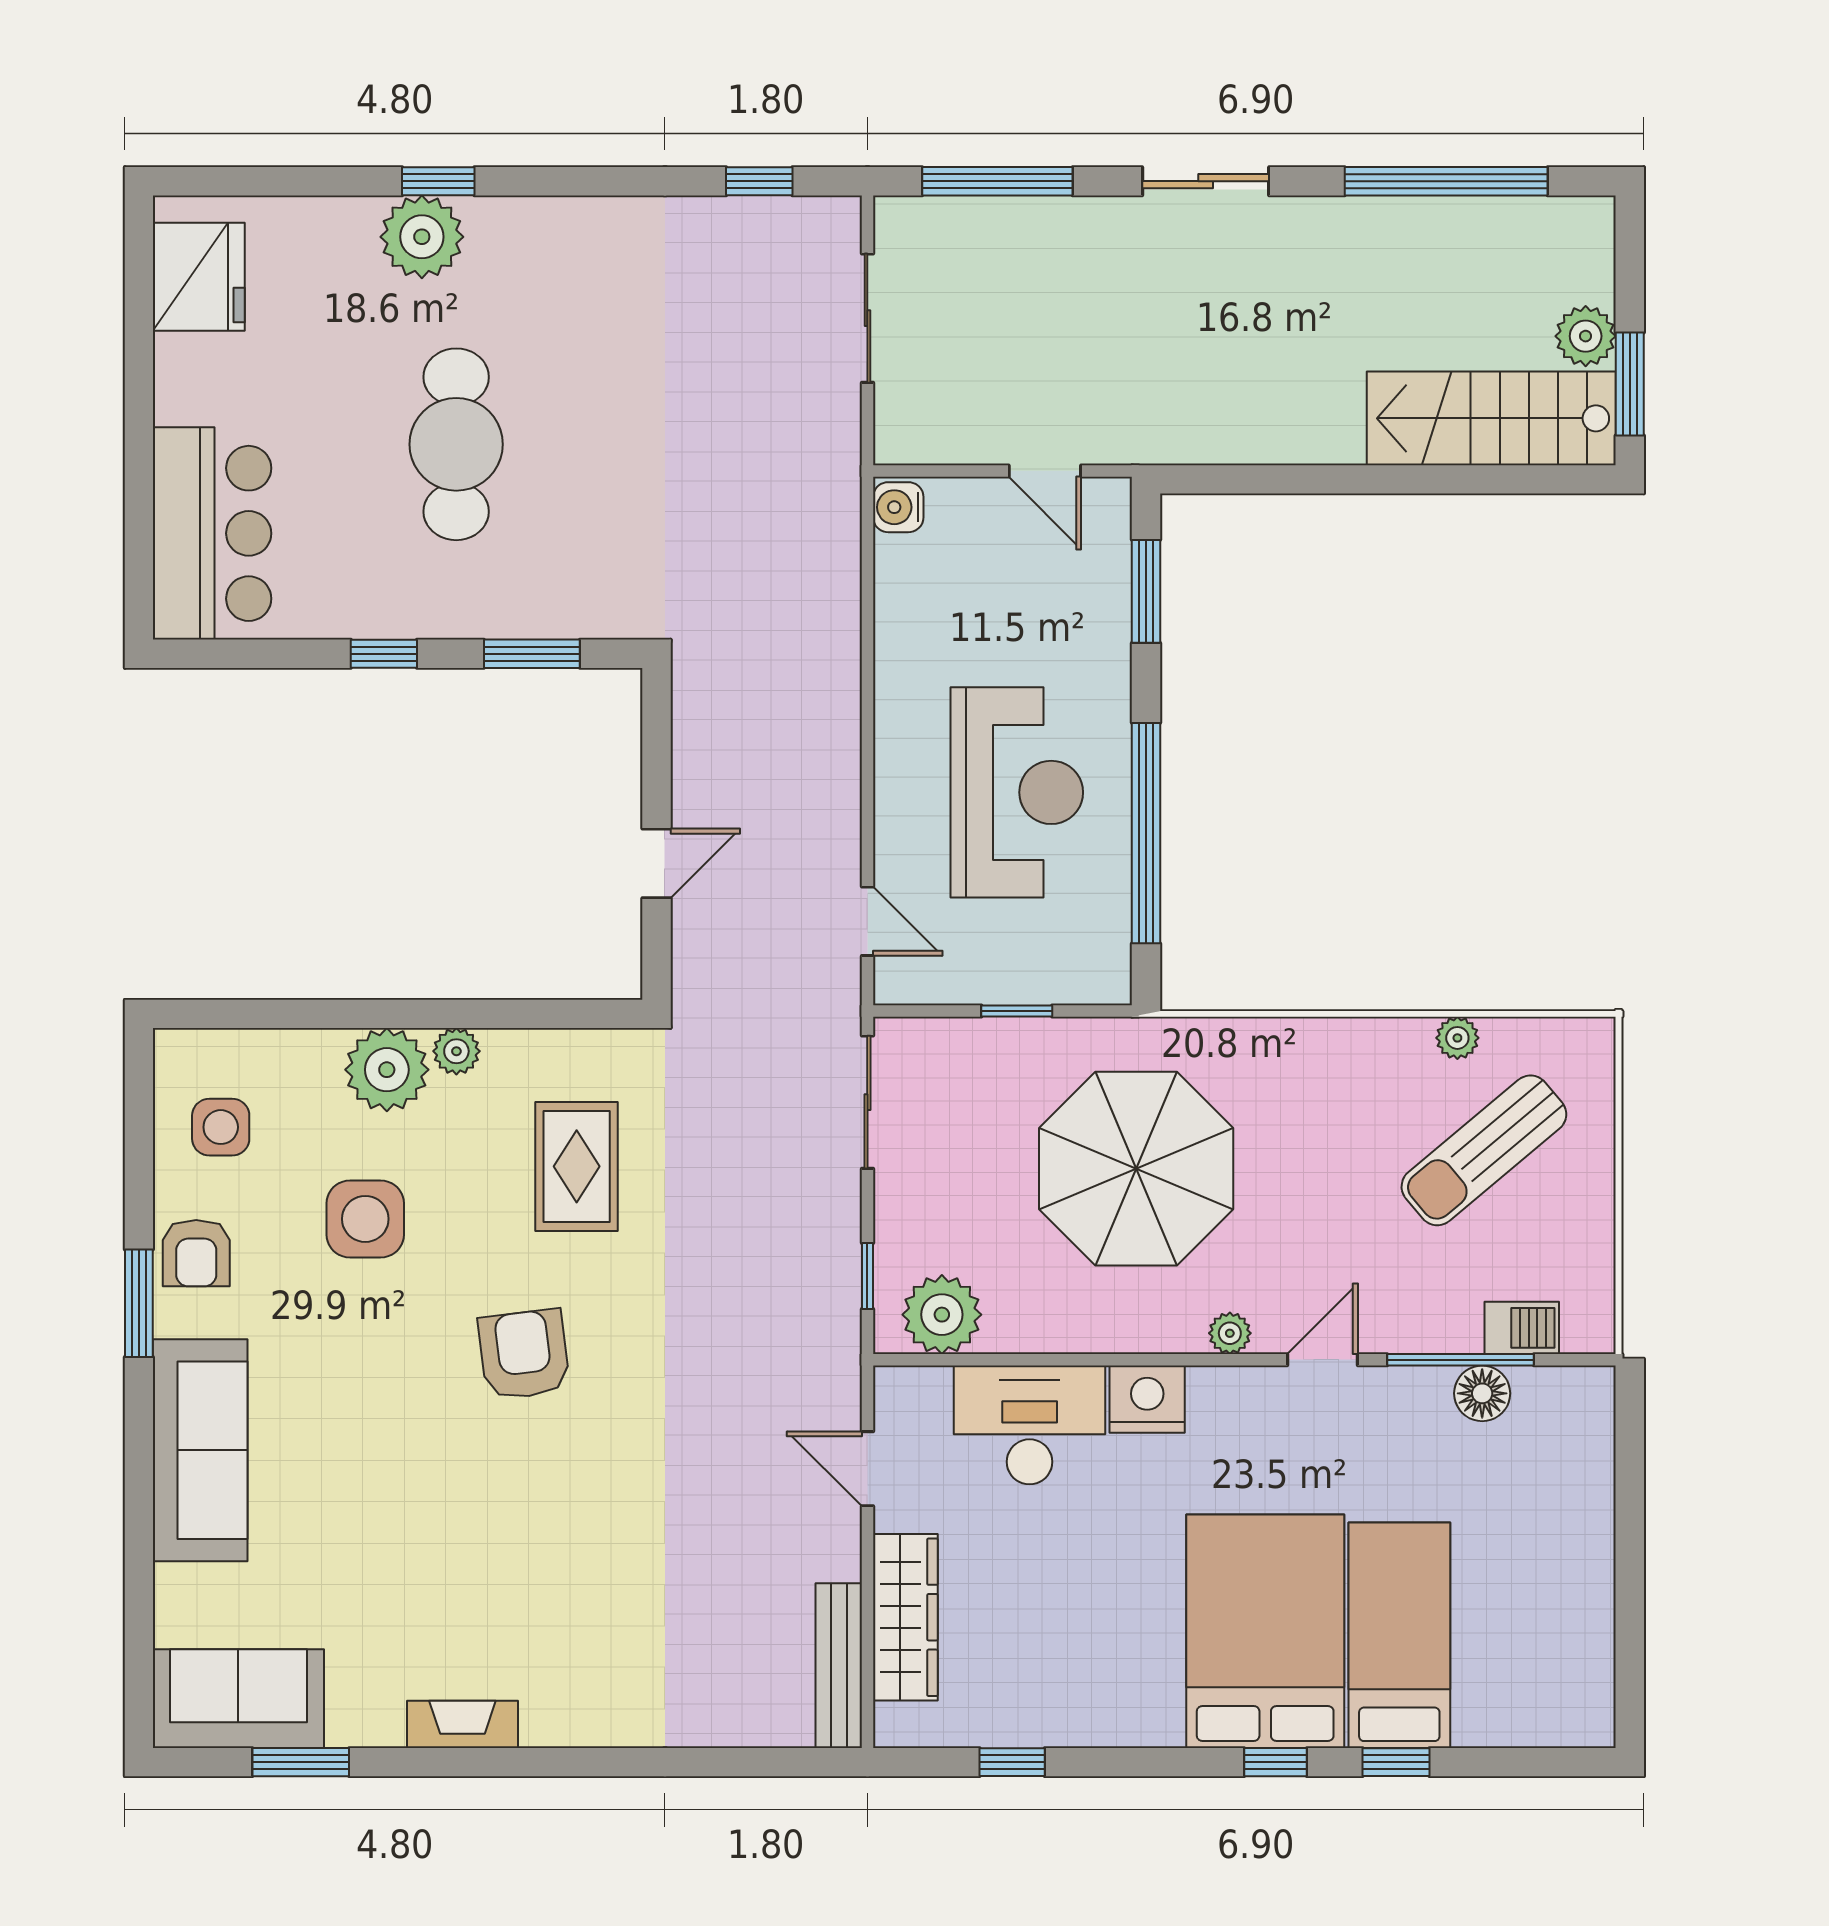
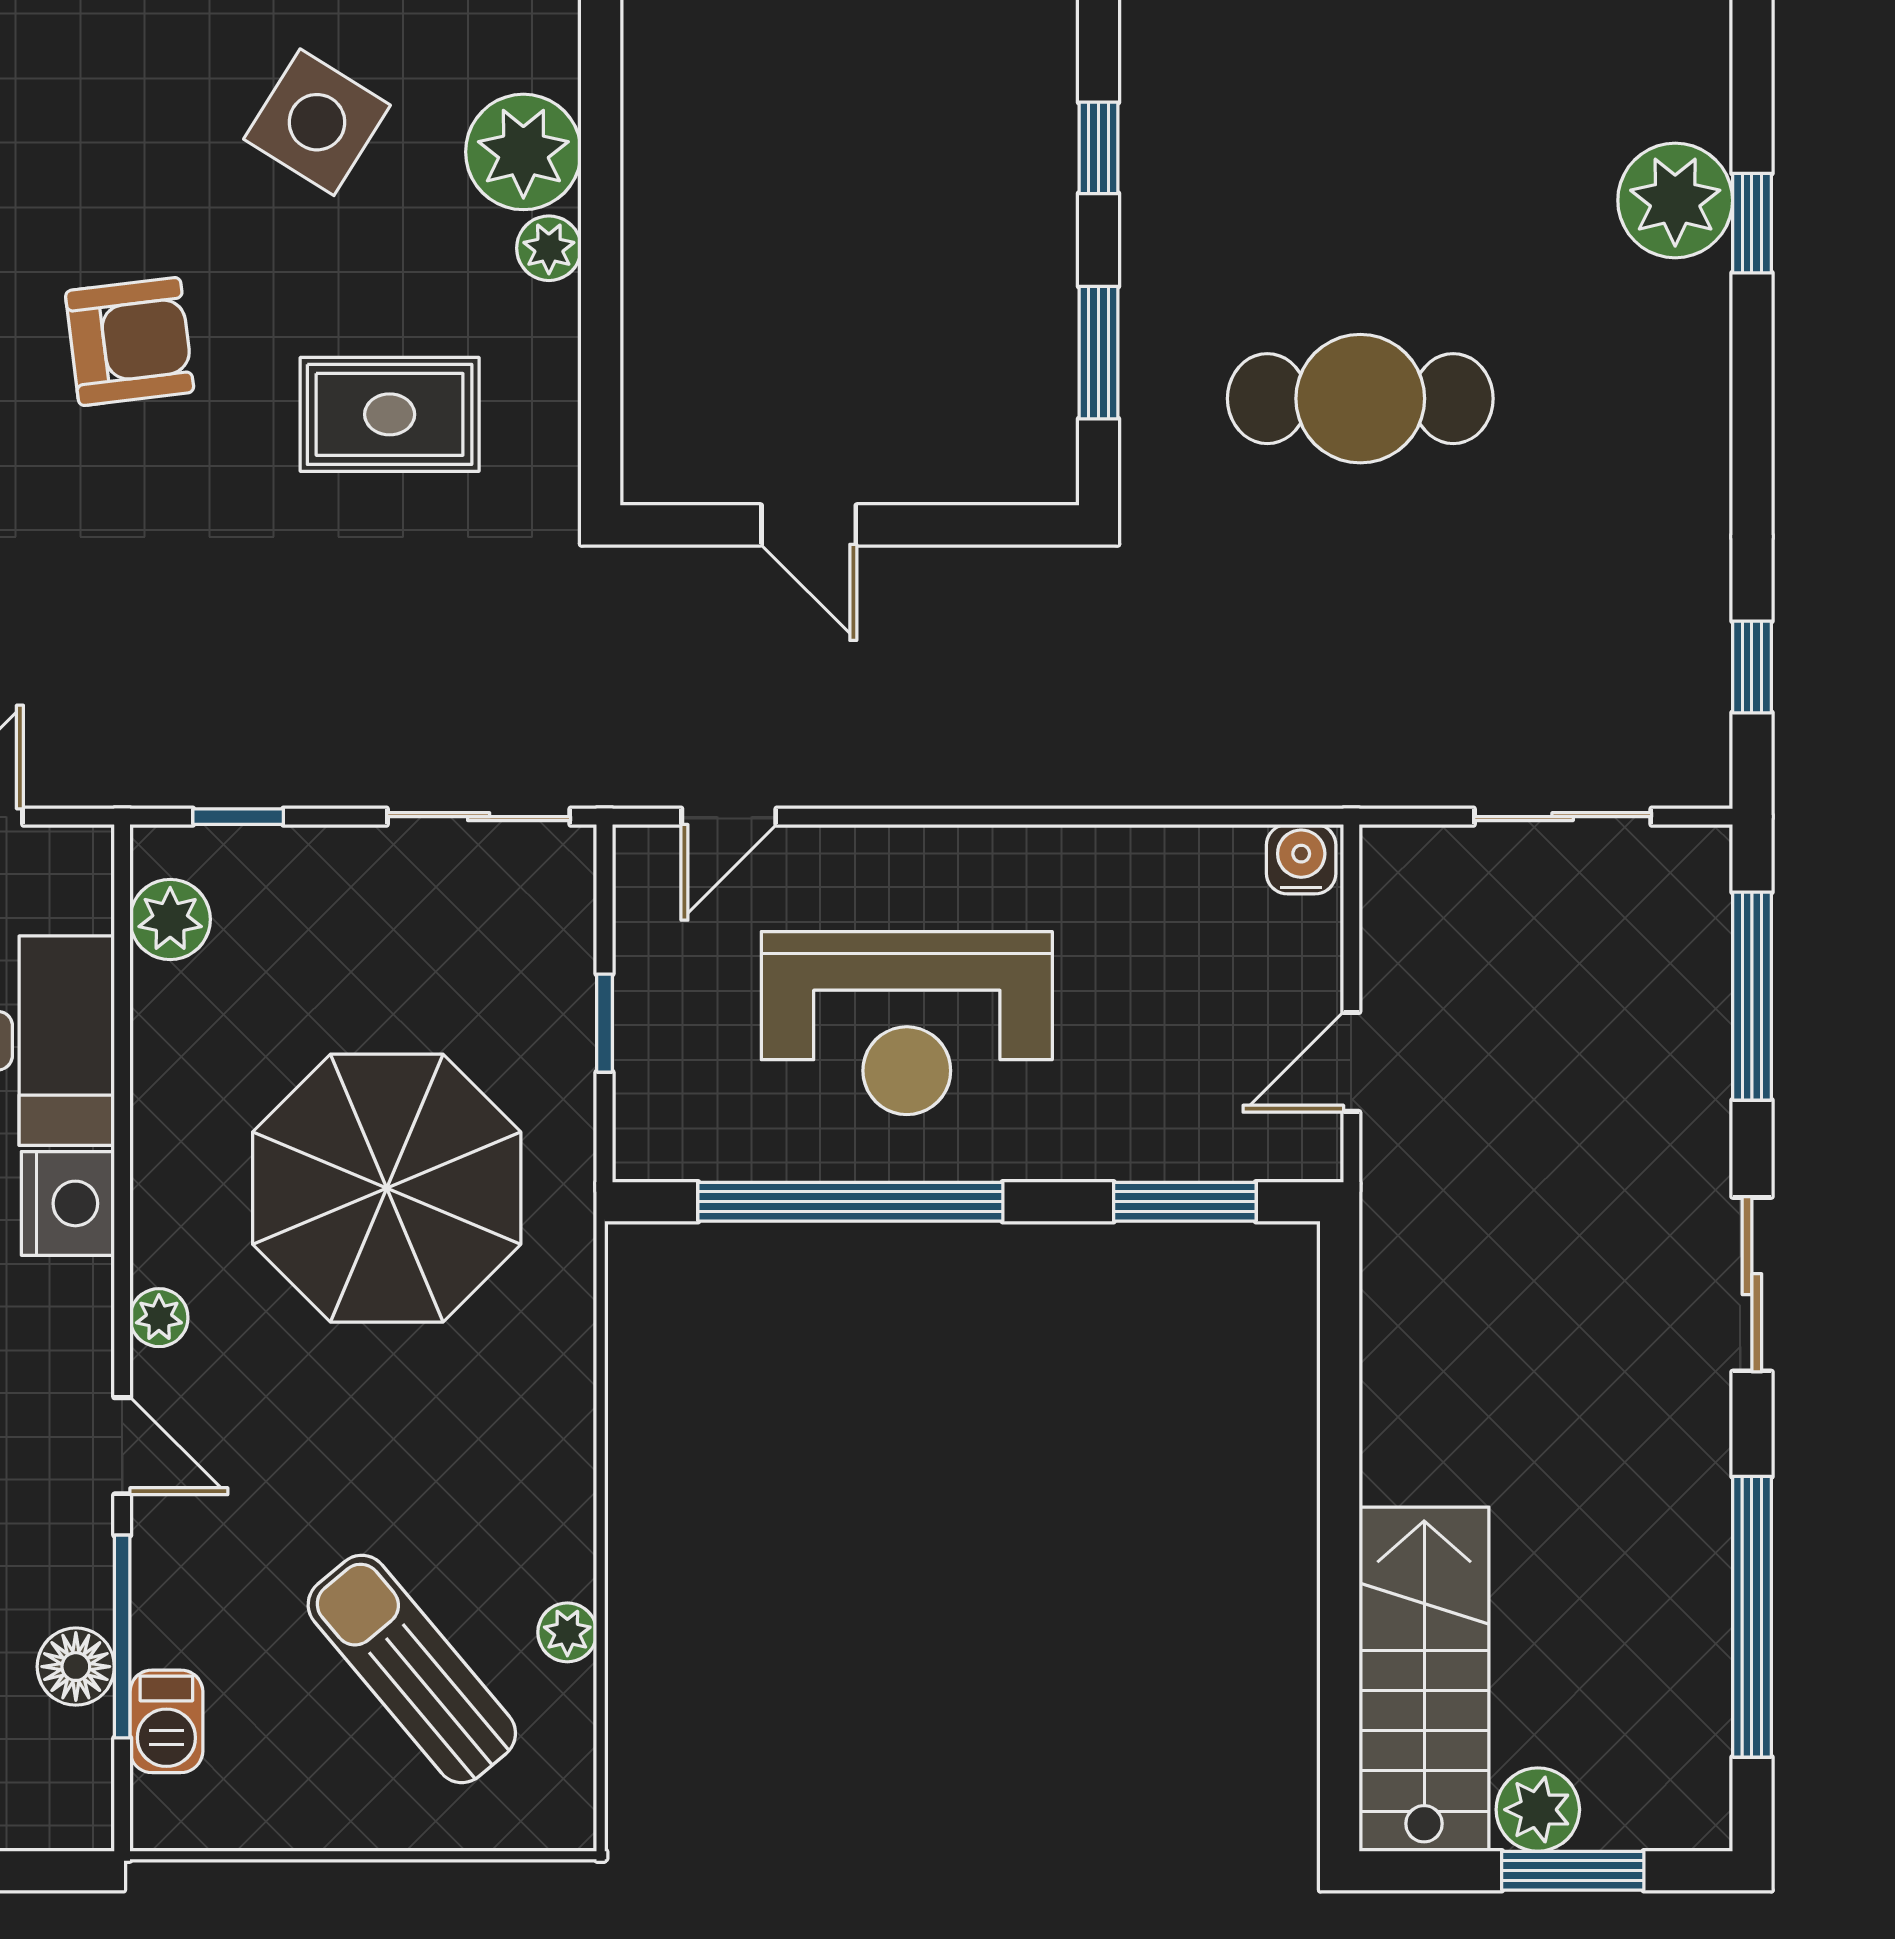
window: (1630, 384) -> (1573, 1871), moved
cafe table: (456, 444) -> (1360, 399), moved
side table: (365, 1219) -> (317, 122), turned 32
plant: (942, 1315) -> (170, 919), width x0.73, depth x0.73

